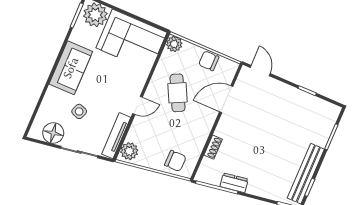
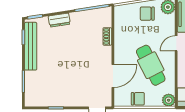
cafe table: (178, 93) -> (151, 65), width x1.37, depth x1.35
chair: (175, 161) -> (147, 14), moved
dresser: (234, 183) -> (59, 20), moved

